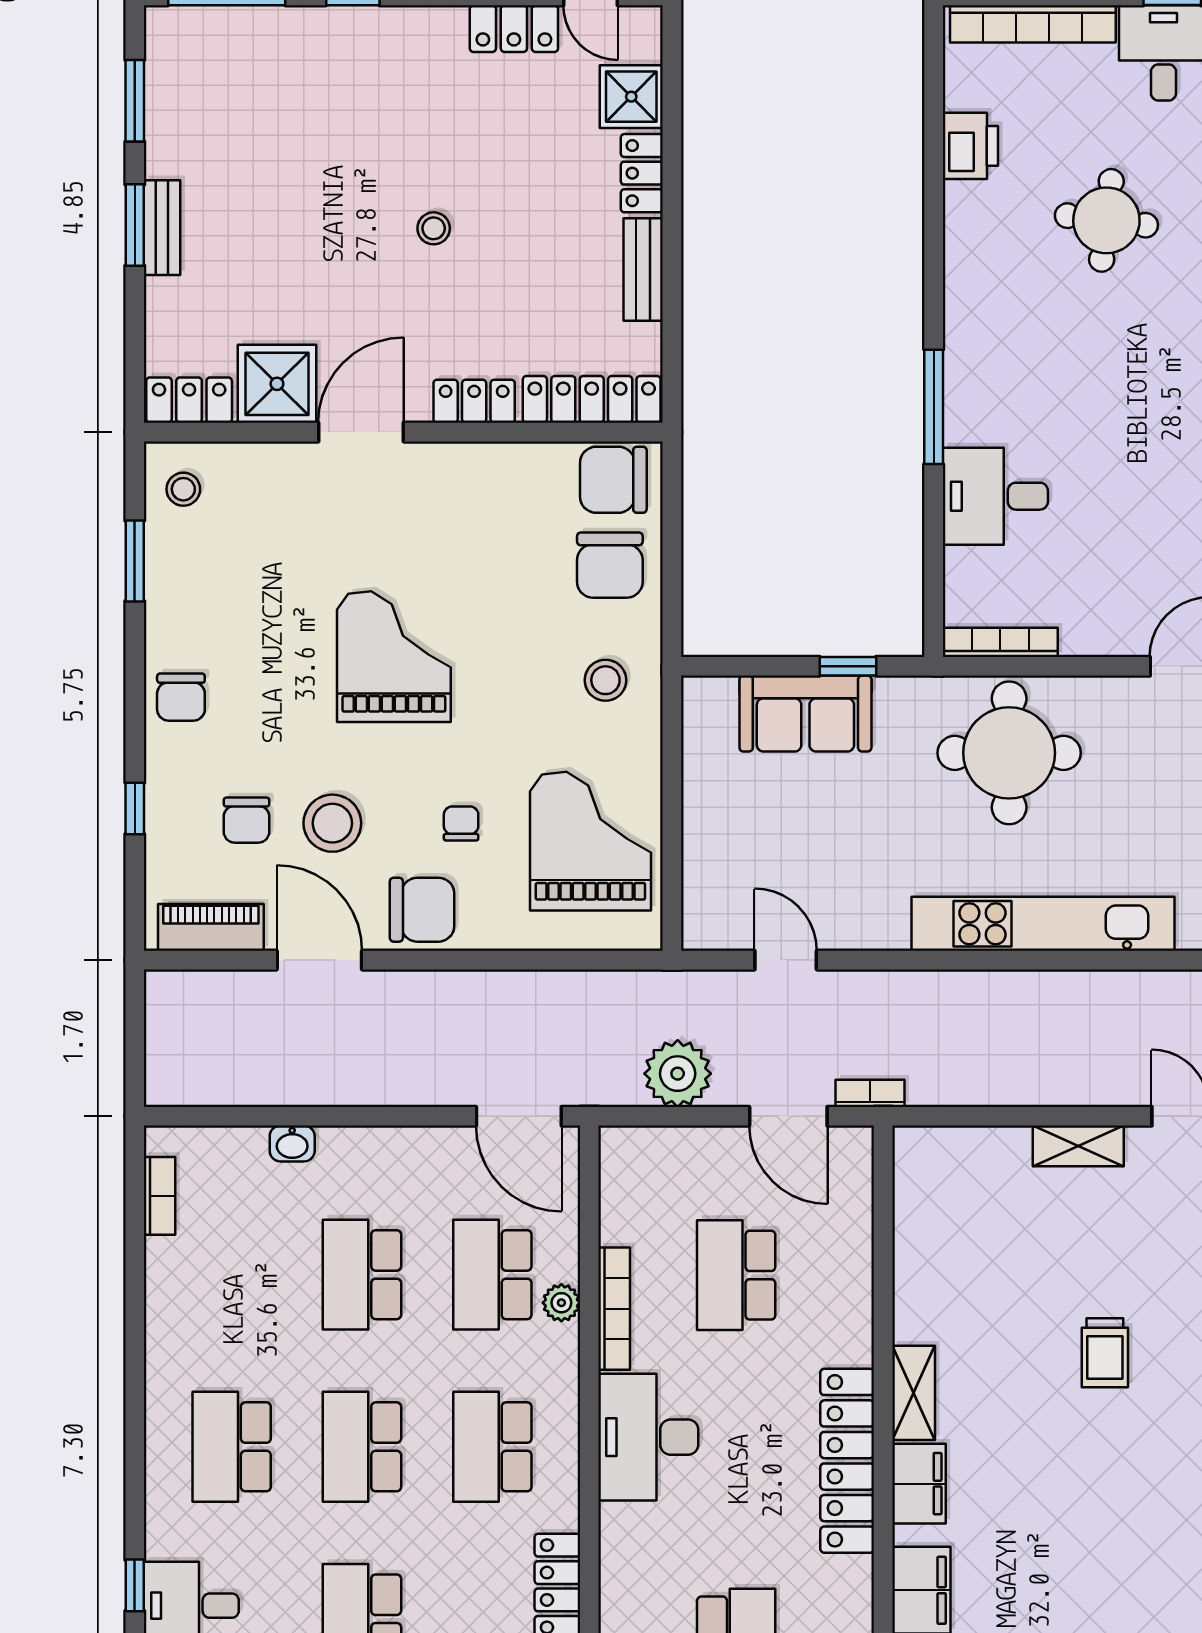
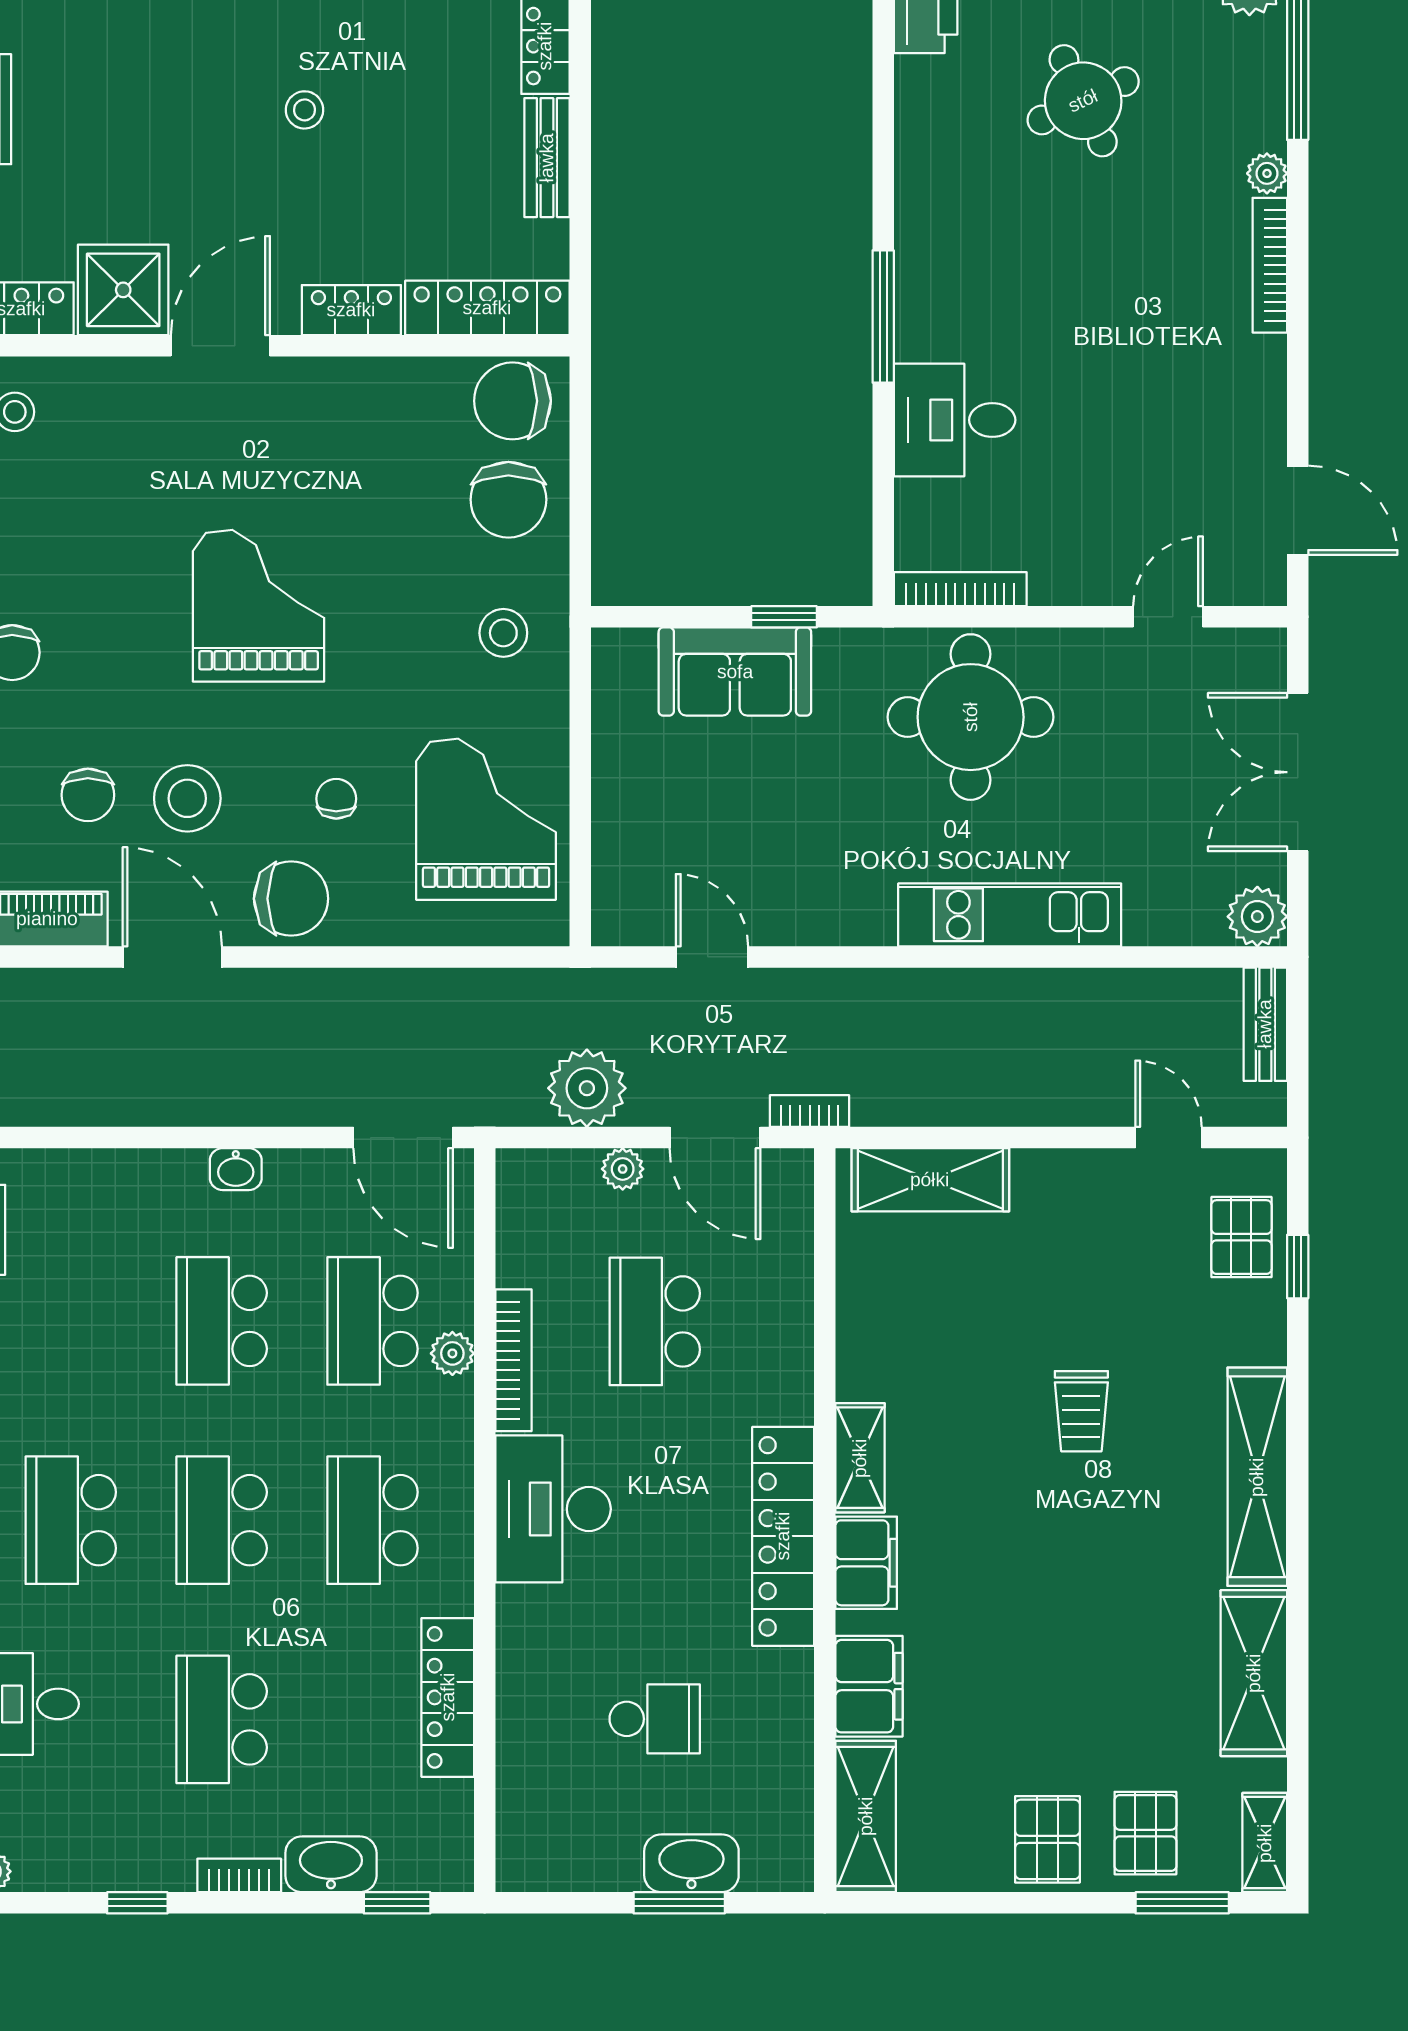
round table: (1106, 220) -> (1083, 101), turned -32
kitchen unit: (1043, 924) -> (1010, 915), width x0.73
plant: (708, 1143) -> (623, 1169), added
washbasin: (292, 1144) -> (236, 1169), moved
shelving: (1078, 1146) -> (930, 1180), moved, width x1.50, depth x1.33

